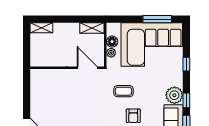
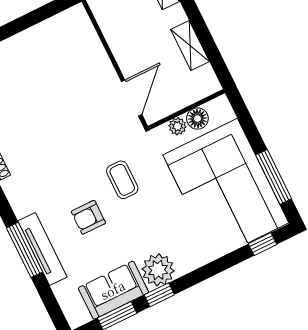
shelving: (92, 28) -> (190, 46), moved
window: (186, 64) -> (263, 244), moved

